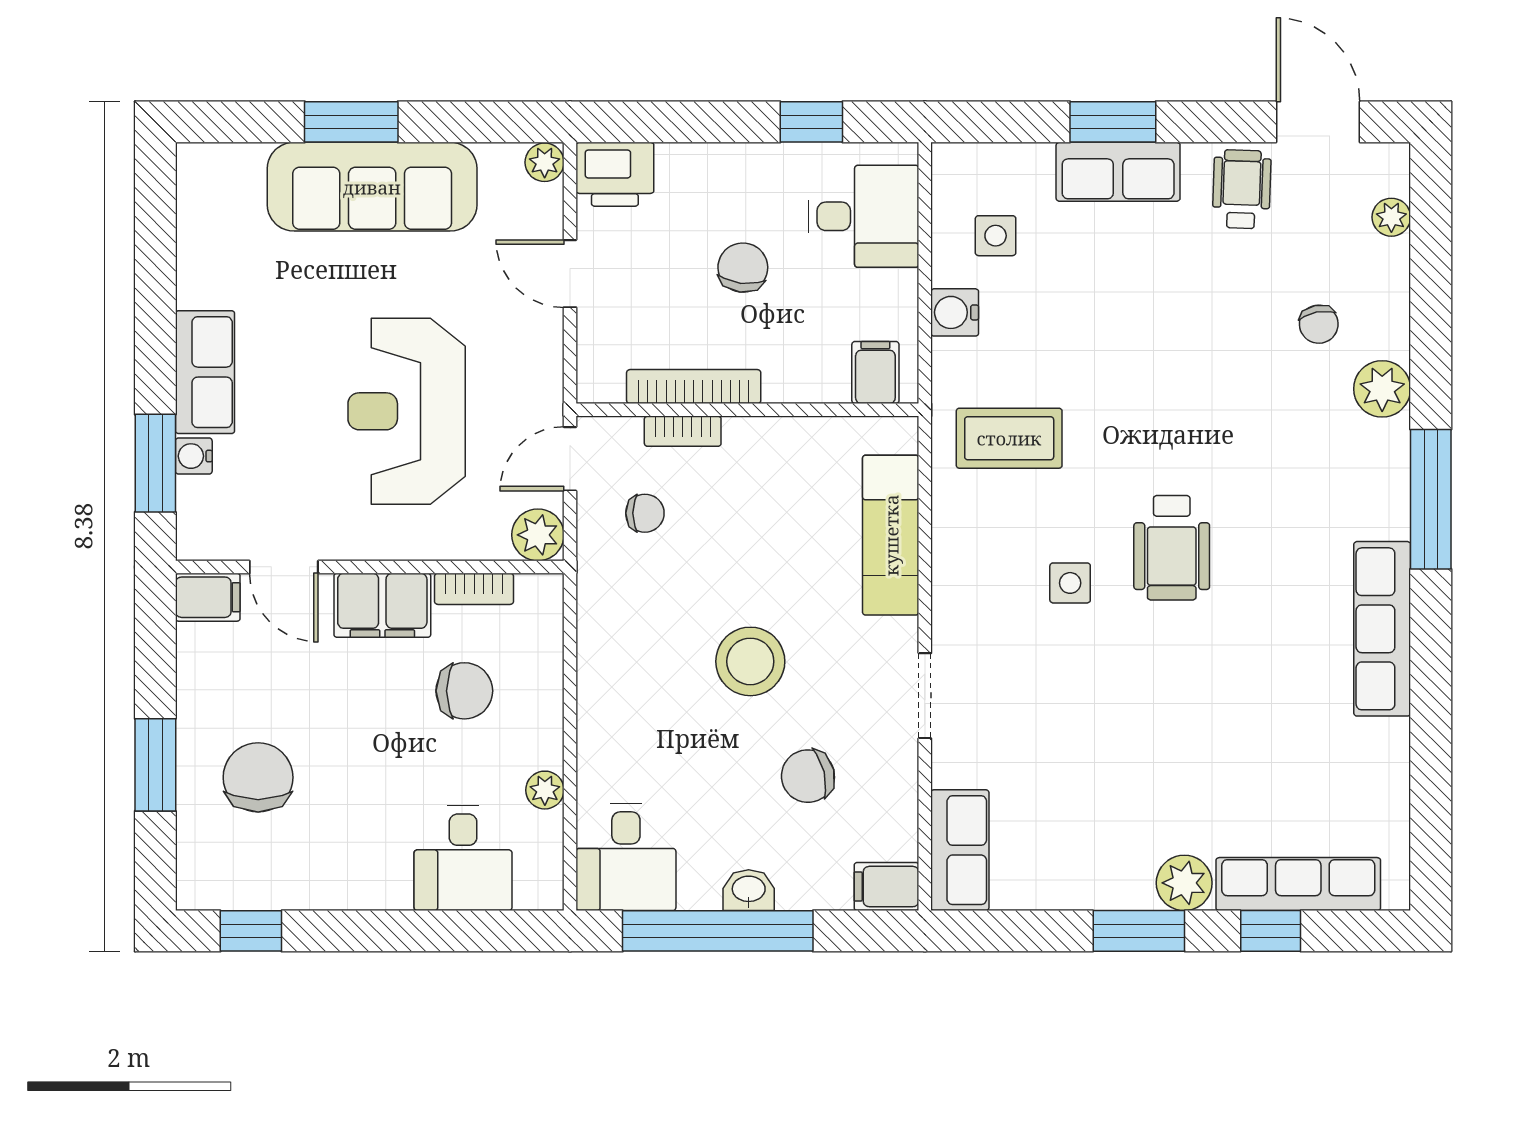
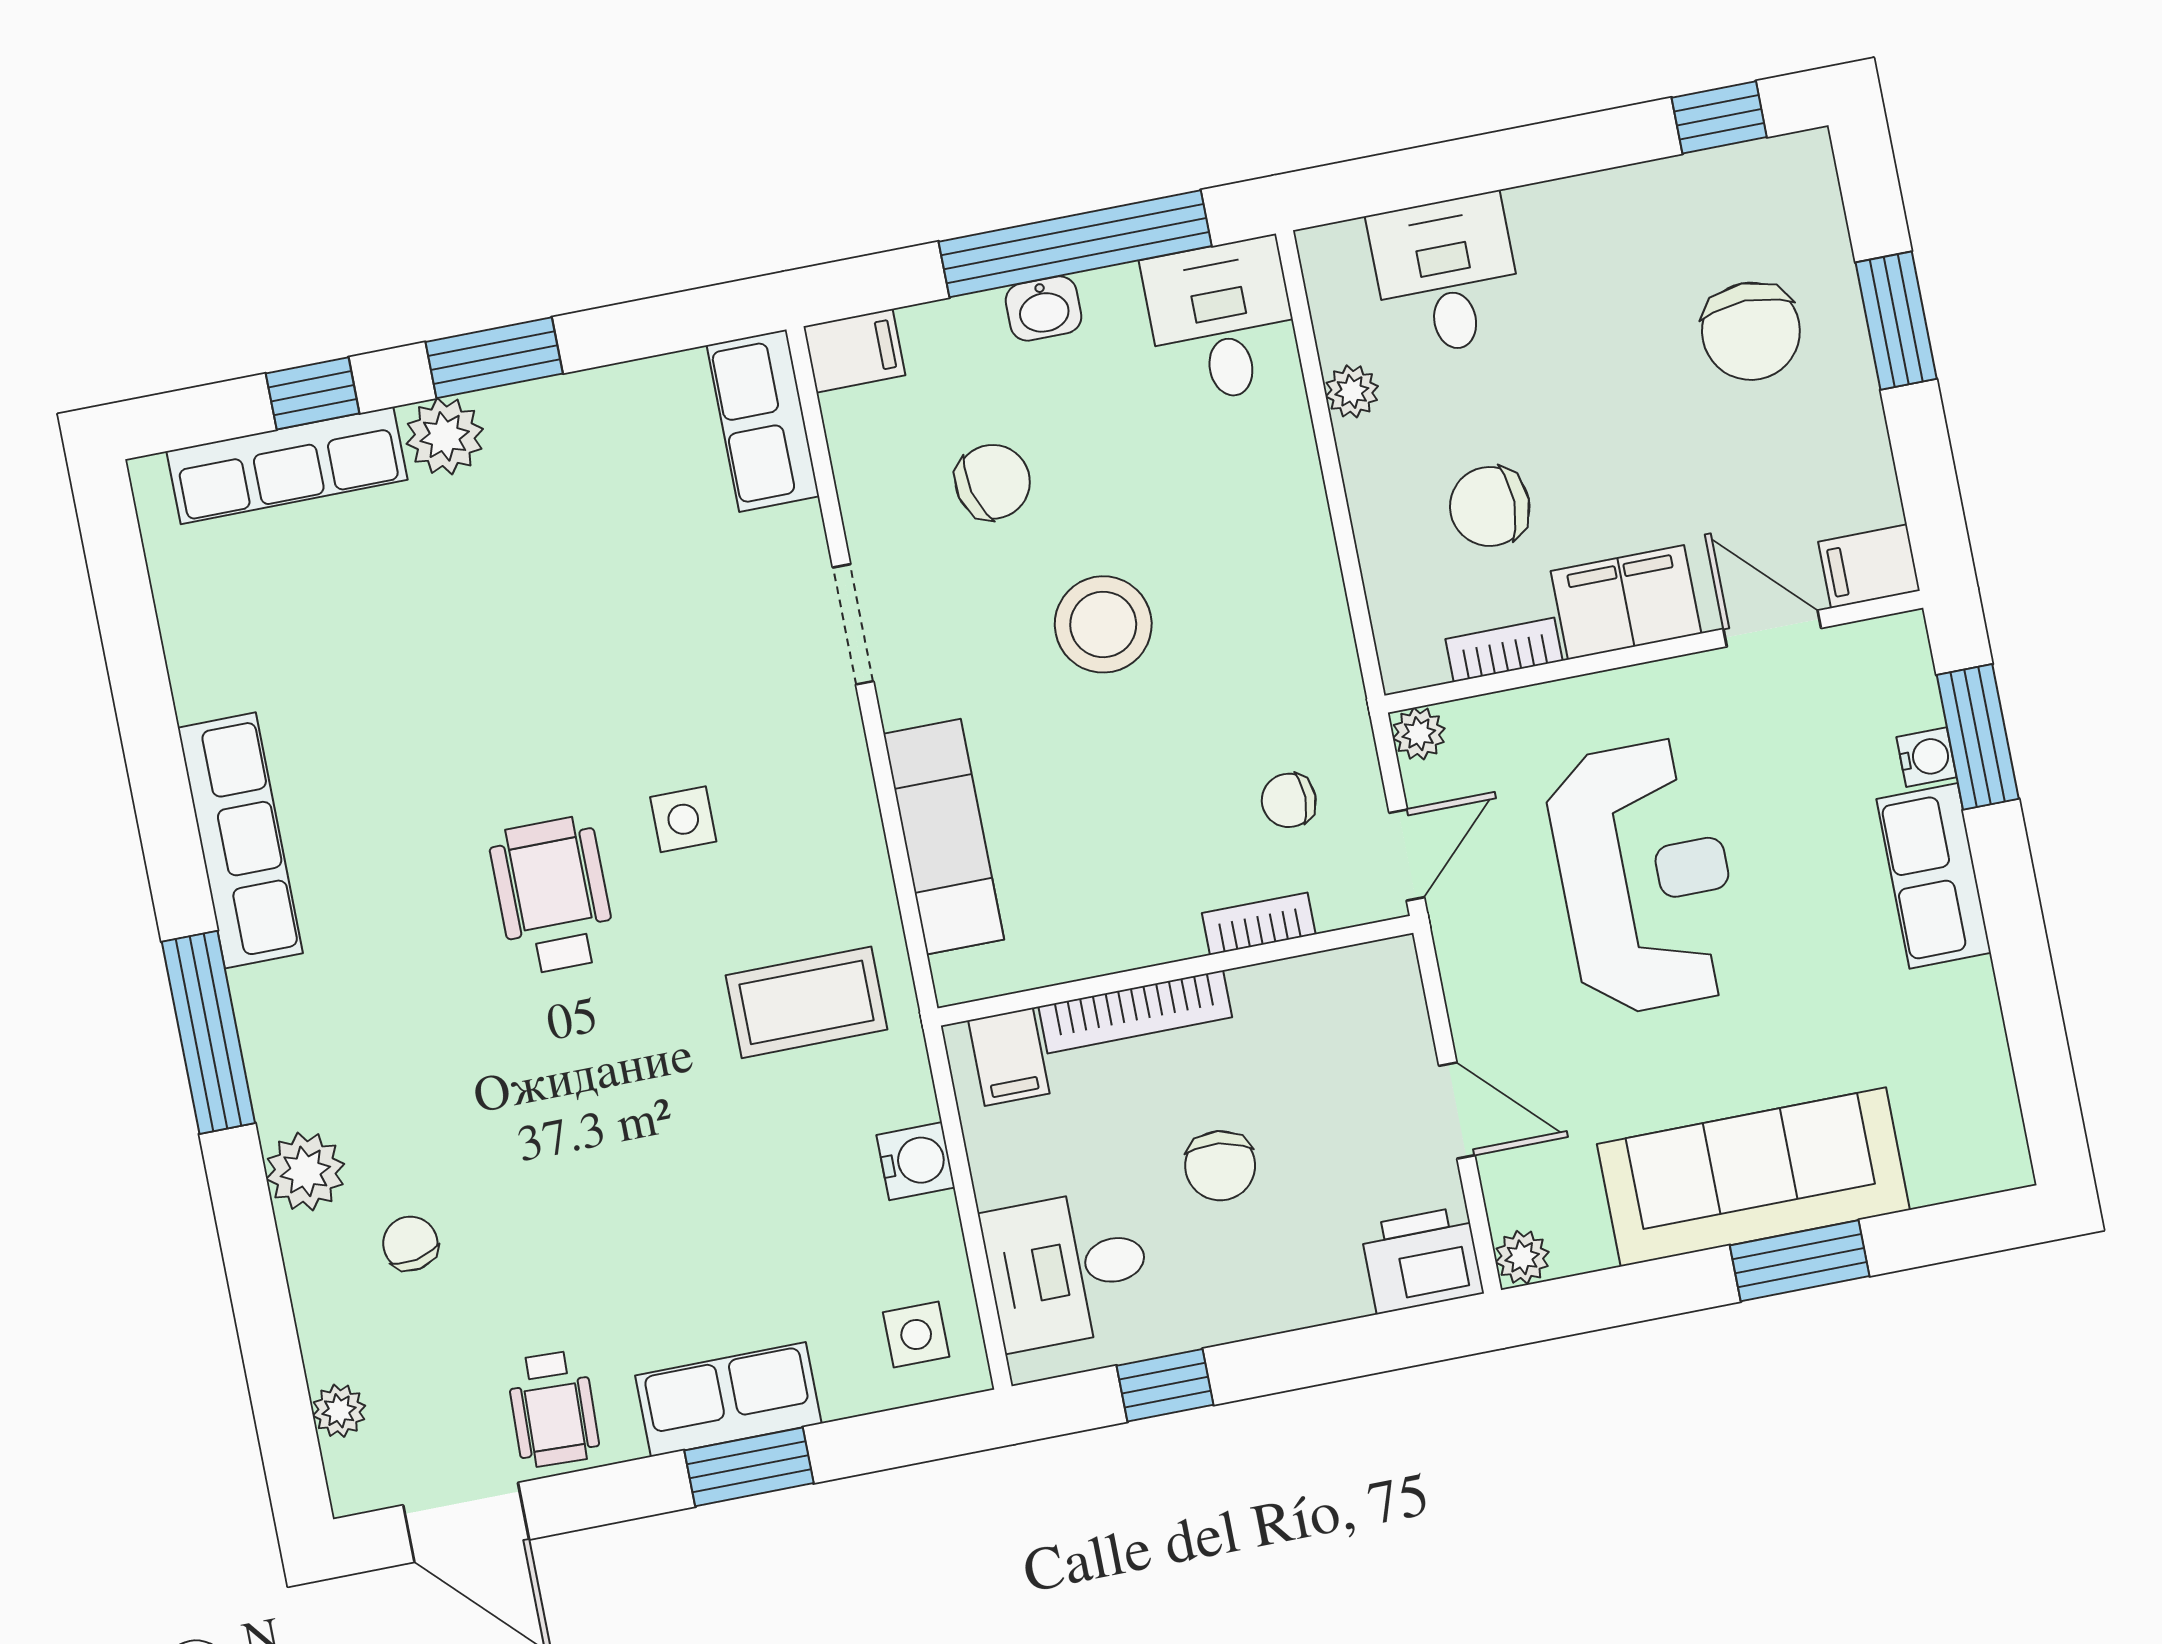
side table: (996, 236) -> (916, 1334), moved
bookcase: (694, 387) -> (1135, 1012), moved
plant: (538, 535) -> (1419, 734), width x0.73, depth x0.73

